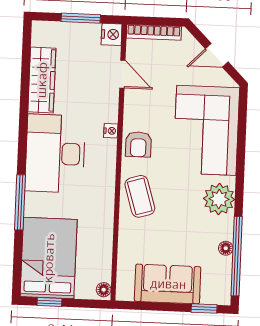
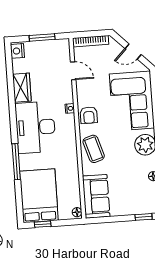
nightstand: (112, 34) -> (17, 51), moved, turned 180
wardrobe: (42, 80) -> (22, 88), width x0.67
sofa: (168, 284) -> (96, 196), moved, turned 90

